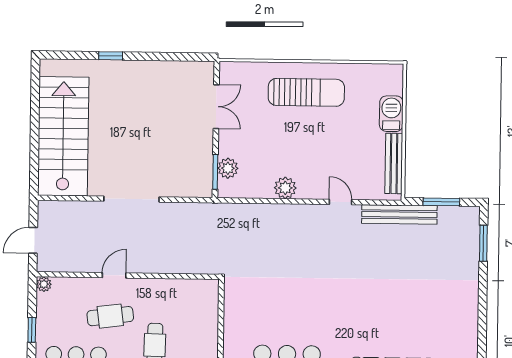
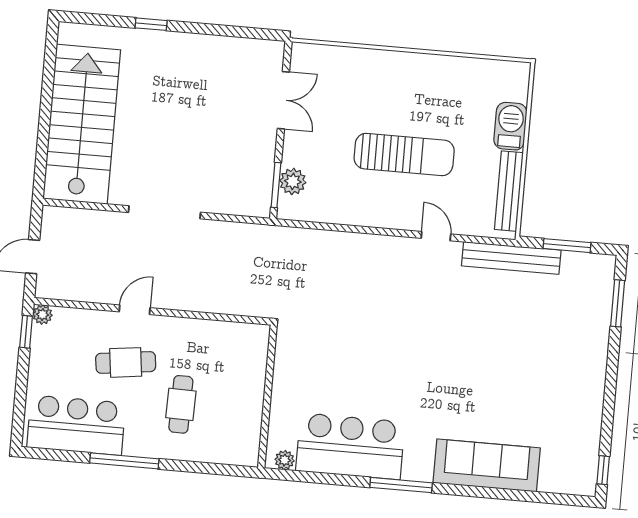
sun lounger: (306, 92) -> (404, 154), moved
plant: (285, 188) -> (365, 212), removed
window: (32, 330) -> (26, 332), moved

